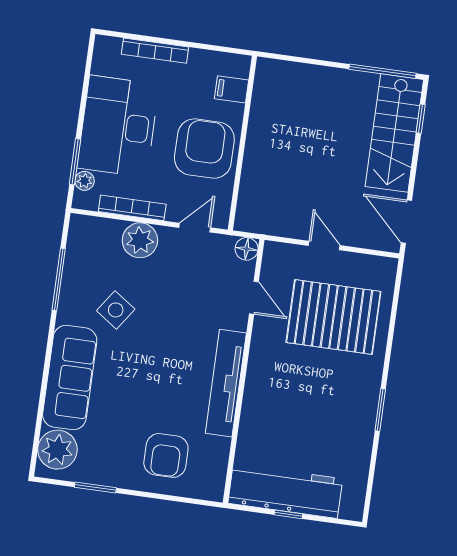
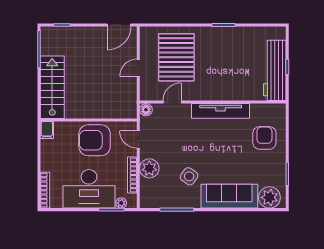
bookcase: (155, 51) -> (45, 190), moved
filing cabinet: (231, 89) -> (47, 130), moved
stairs: (394, 133) -> (52, 87), moved, turned -90
armchair: (166, 455) -> (264, 138), turned -90

